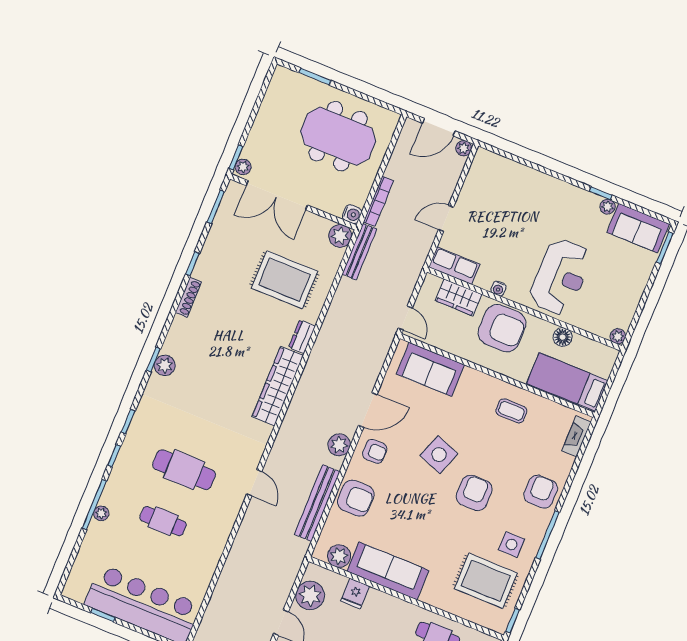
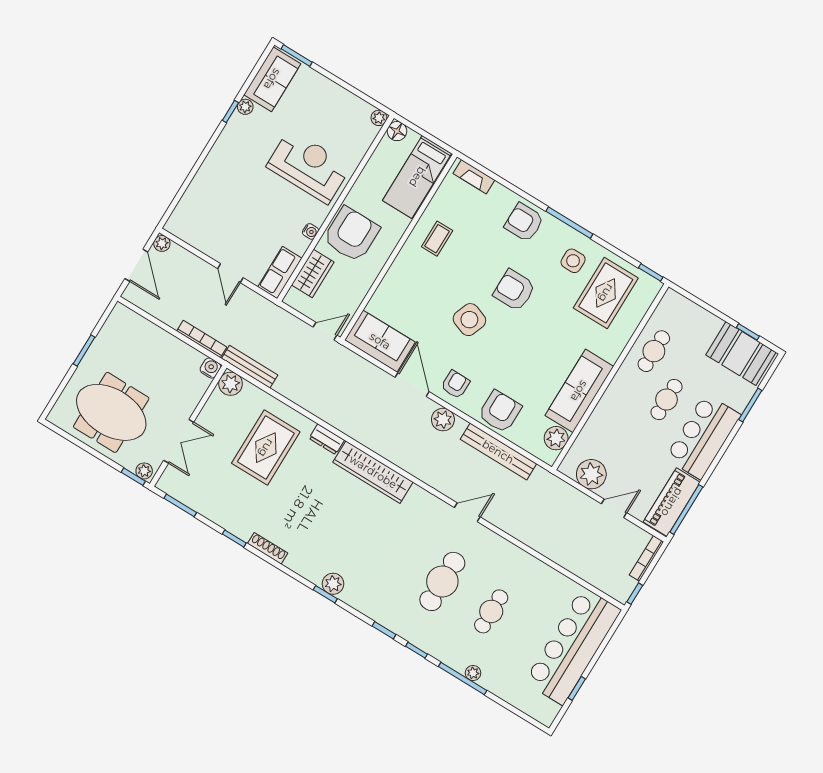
window: (315, 77) -> (84, 350), moved
meeting table: (338, 136) -> (111, 412), moved, turned 90
double door: (277, 195) -> (179, 441), width x0.73
floor lamp: (563, 337) -> (397, 131), moved
sofa: (430, 369) -> (380, 341), moved, turned -90
fridge: (355, 594) -> (597, 428), removed

